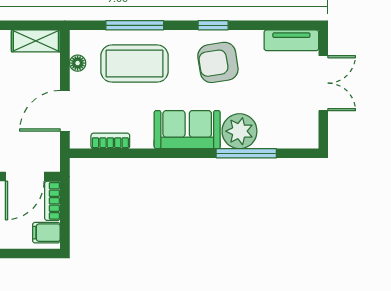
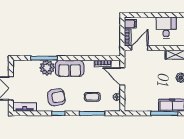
shelving: (36, 41) -> (135, 107), removed
coffee table: (135, 64) -> (92, 97), width x0.54, depth x0.58
door: (65, 111) -> (122, 76), swing flipped

